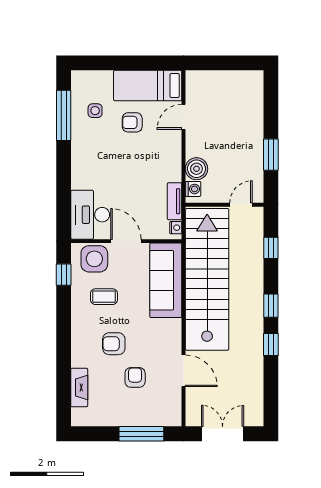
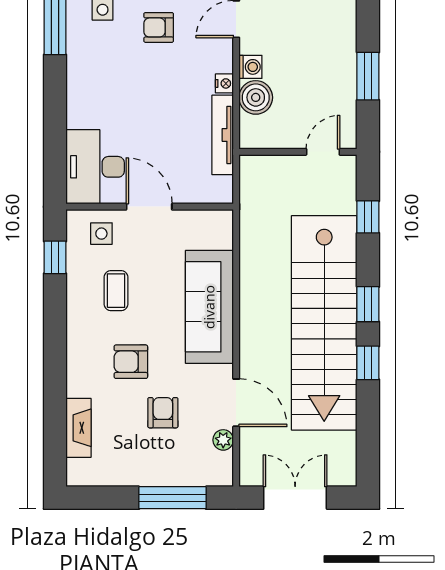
washing machine: (193, 189) -> (250, 67), moved
tv unit: (175, 201) -> (223, 135), width x1.41
nightstand: (176, 228) -> (224, 83), moved
side table: (94, 259) -> (101, 234), width x0.54, depth x0.54
stairs: (207, 279) -> (324, 323), moved, turned 180
sofa: (166, 280) -> (209, 307), moved
coffee table: (104, 297) -> (116, 291), turned 90
plant: (175, 395) -> (223, 440), added

